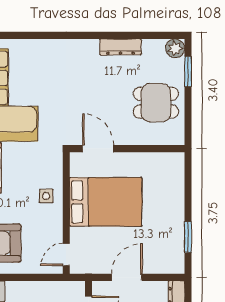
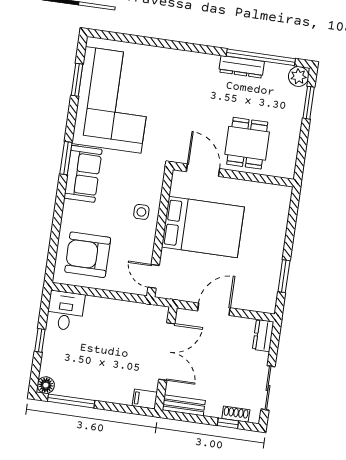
window: (137, 35) -> (261, 57), added
dining table: (156, 103) -> (247, 143), moved, turned 90
door: (66, 255) -> (154, 276), hinge flipped

